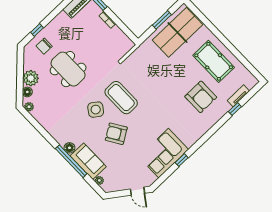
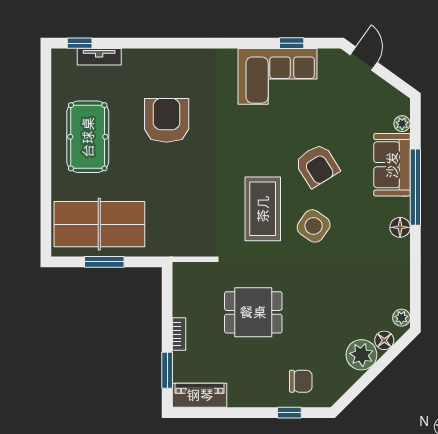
dining table: (68, 69) -> (253, 312), moved, width x0.73
armchair: (201, 97) -> (167, 120), moved
window: (235, 109) -> (80, 43), moved
floor lamp: (69, 148) -> (400, 227), moved
window: (182, 160) -> (292, 43), moved

